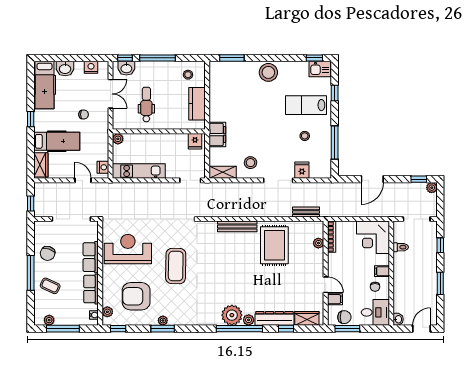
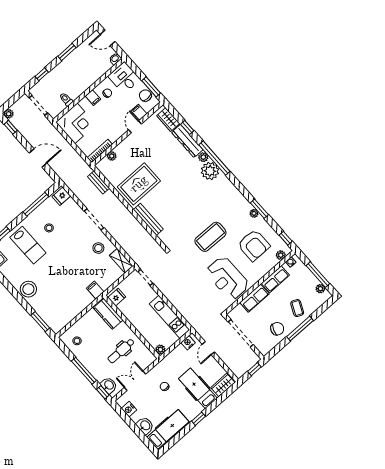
kitchen counter: (197, 104) -> (108, 314), moved, turned 90
filing cabinet: (217, 135) -> (95, 290), width x0.50
fridge: (302, 170) -> (61, 196), moved

